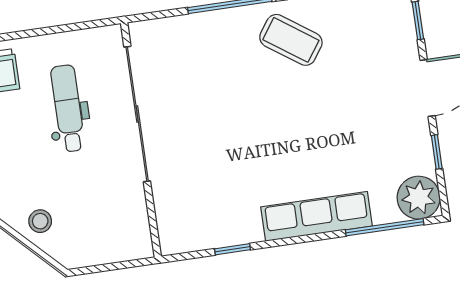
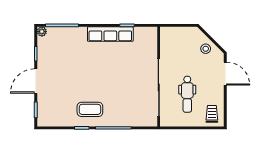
coffee table: (291, 40) -> (90, 109), turned -35
plant: (419, 198) -> (42, 32), width x0.53, depth x0.53
row of seats: (317, 216) -> (110, 34), moved

